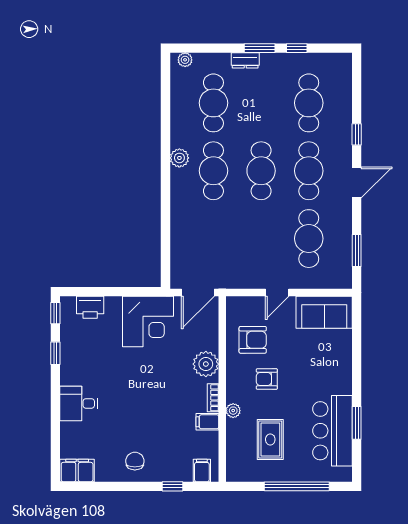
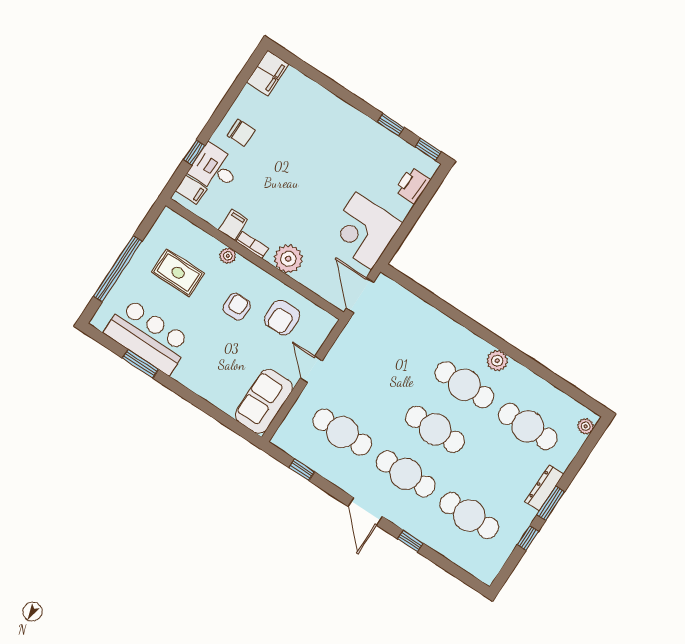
dresser: (245, 60) -> (544, 488), width x1.44
window: (357, 251) -> (302, 470), width x0.67
desk: (79, 403) -> (215, 169), moved, turned -90

